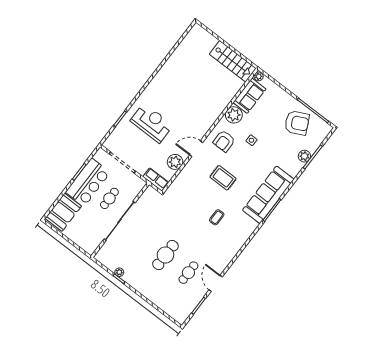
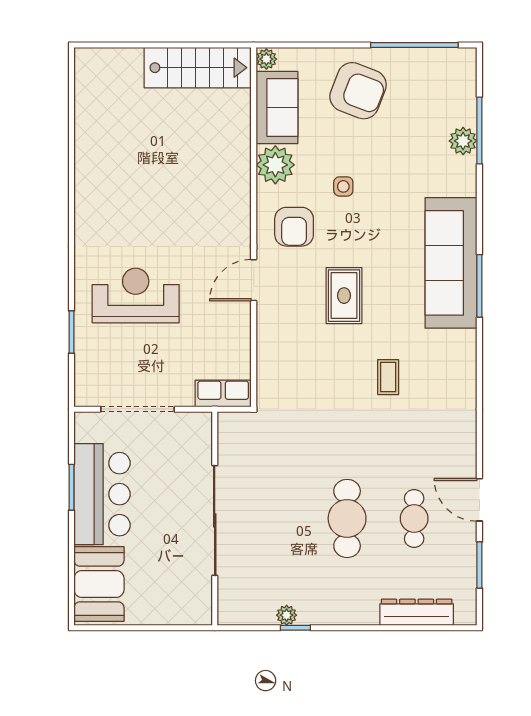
armchair: (297, 123) -> (358, 91), moved, turned 47
plant: (175, 162) -> (233, 334), removed
rug: (223, 178) -> (344, 296), turned 90
cafe table: (109, 198) -> (164, 494), removed
dresser: (165, 305) -> (417, 612), added

